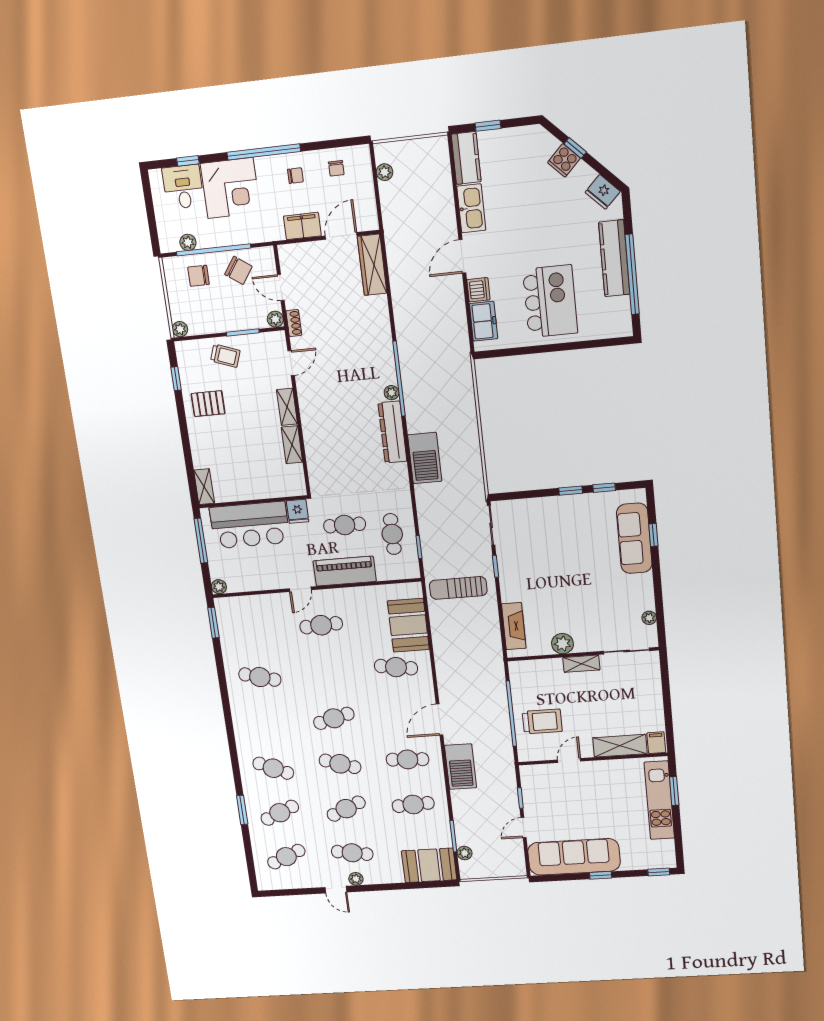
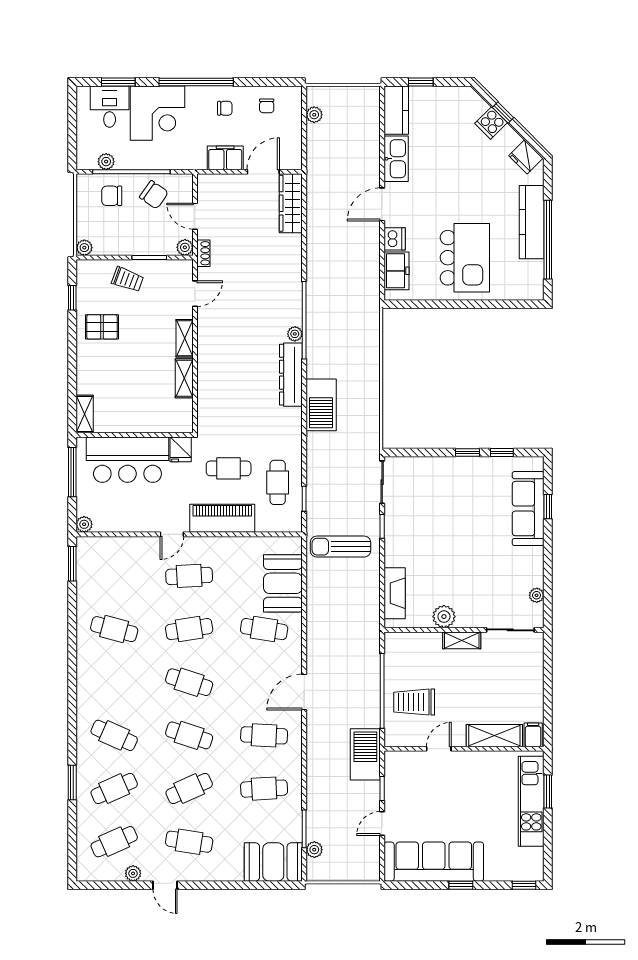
window: (188, 161) -> (118, 82), width x1.50
cafe table: (328, 672) -> (189, 629), added
cafe table: (334, 718) -> (189, 682), turned 33
trolley: (542, 721) -> (414, 702), turned 180
barbecue: (461, 767) -> (365, 754), moved, turned 180
plant: (356, 879) -> (133, 873), moved

